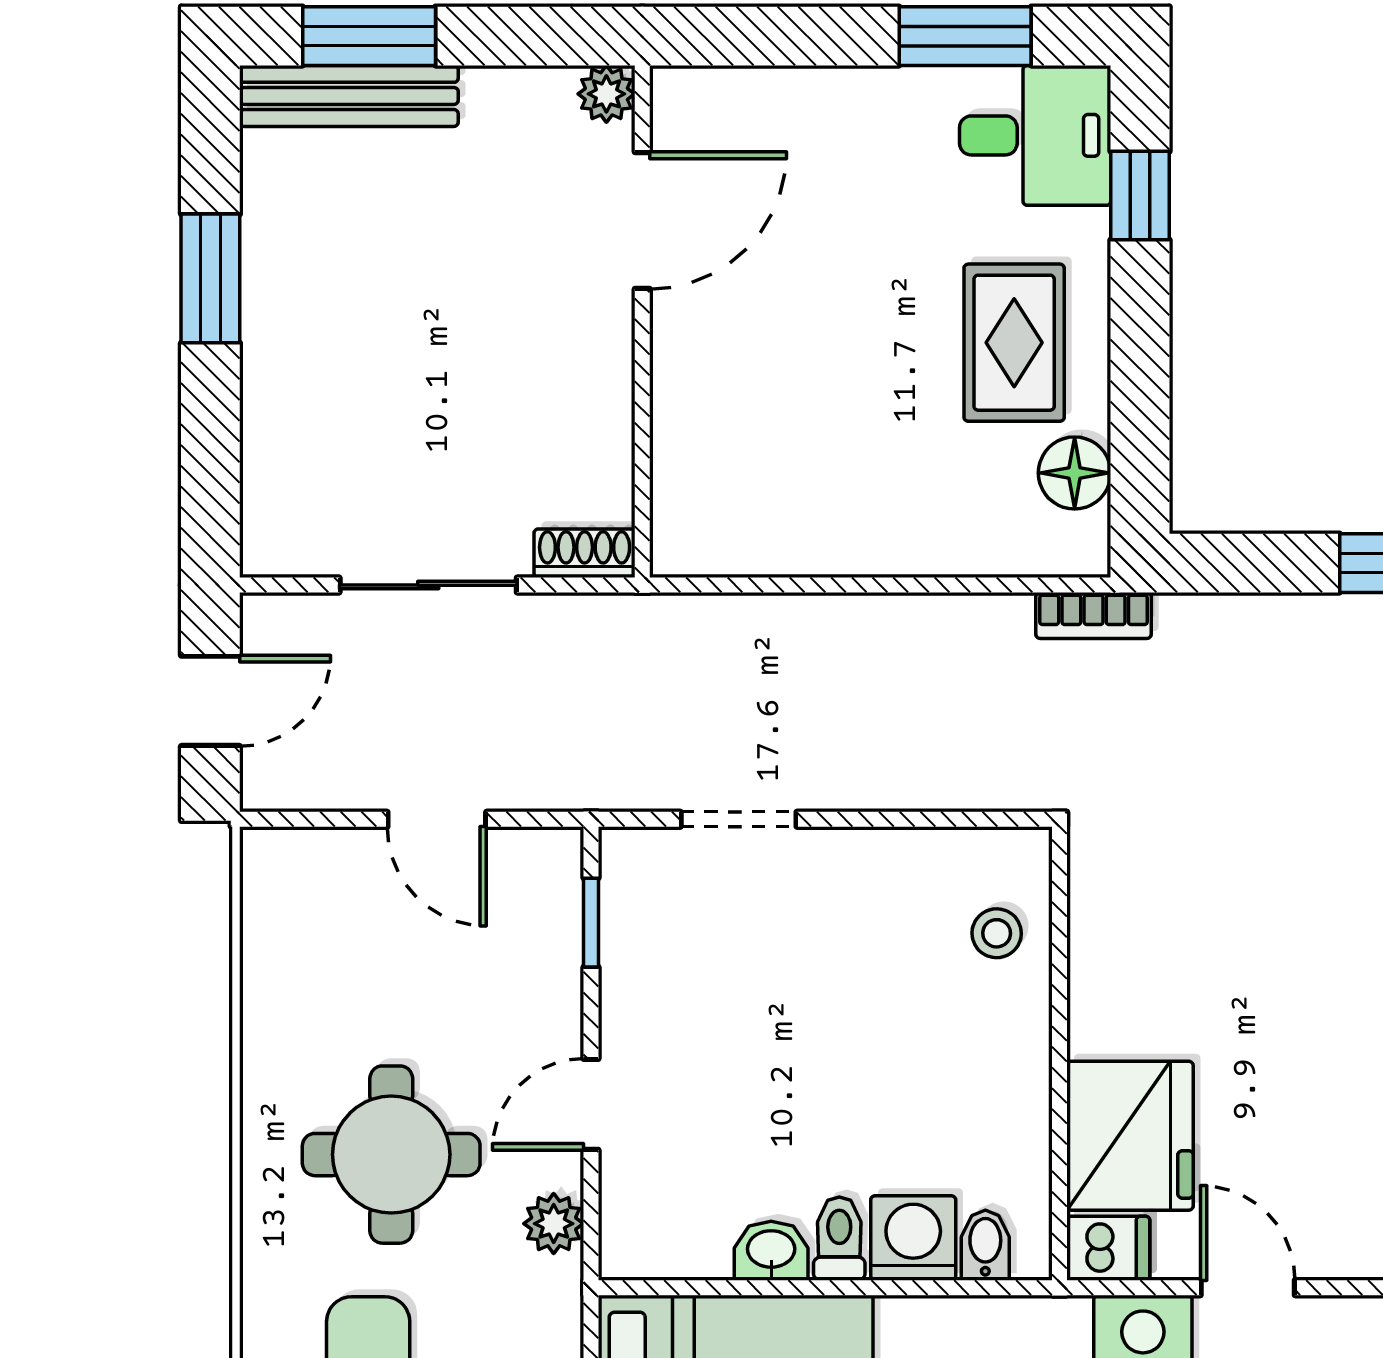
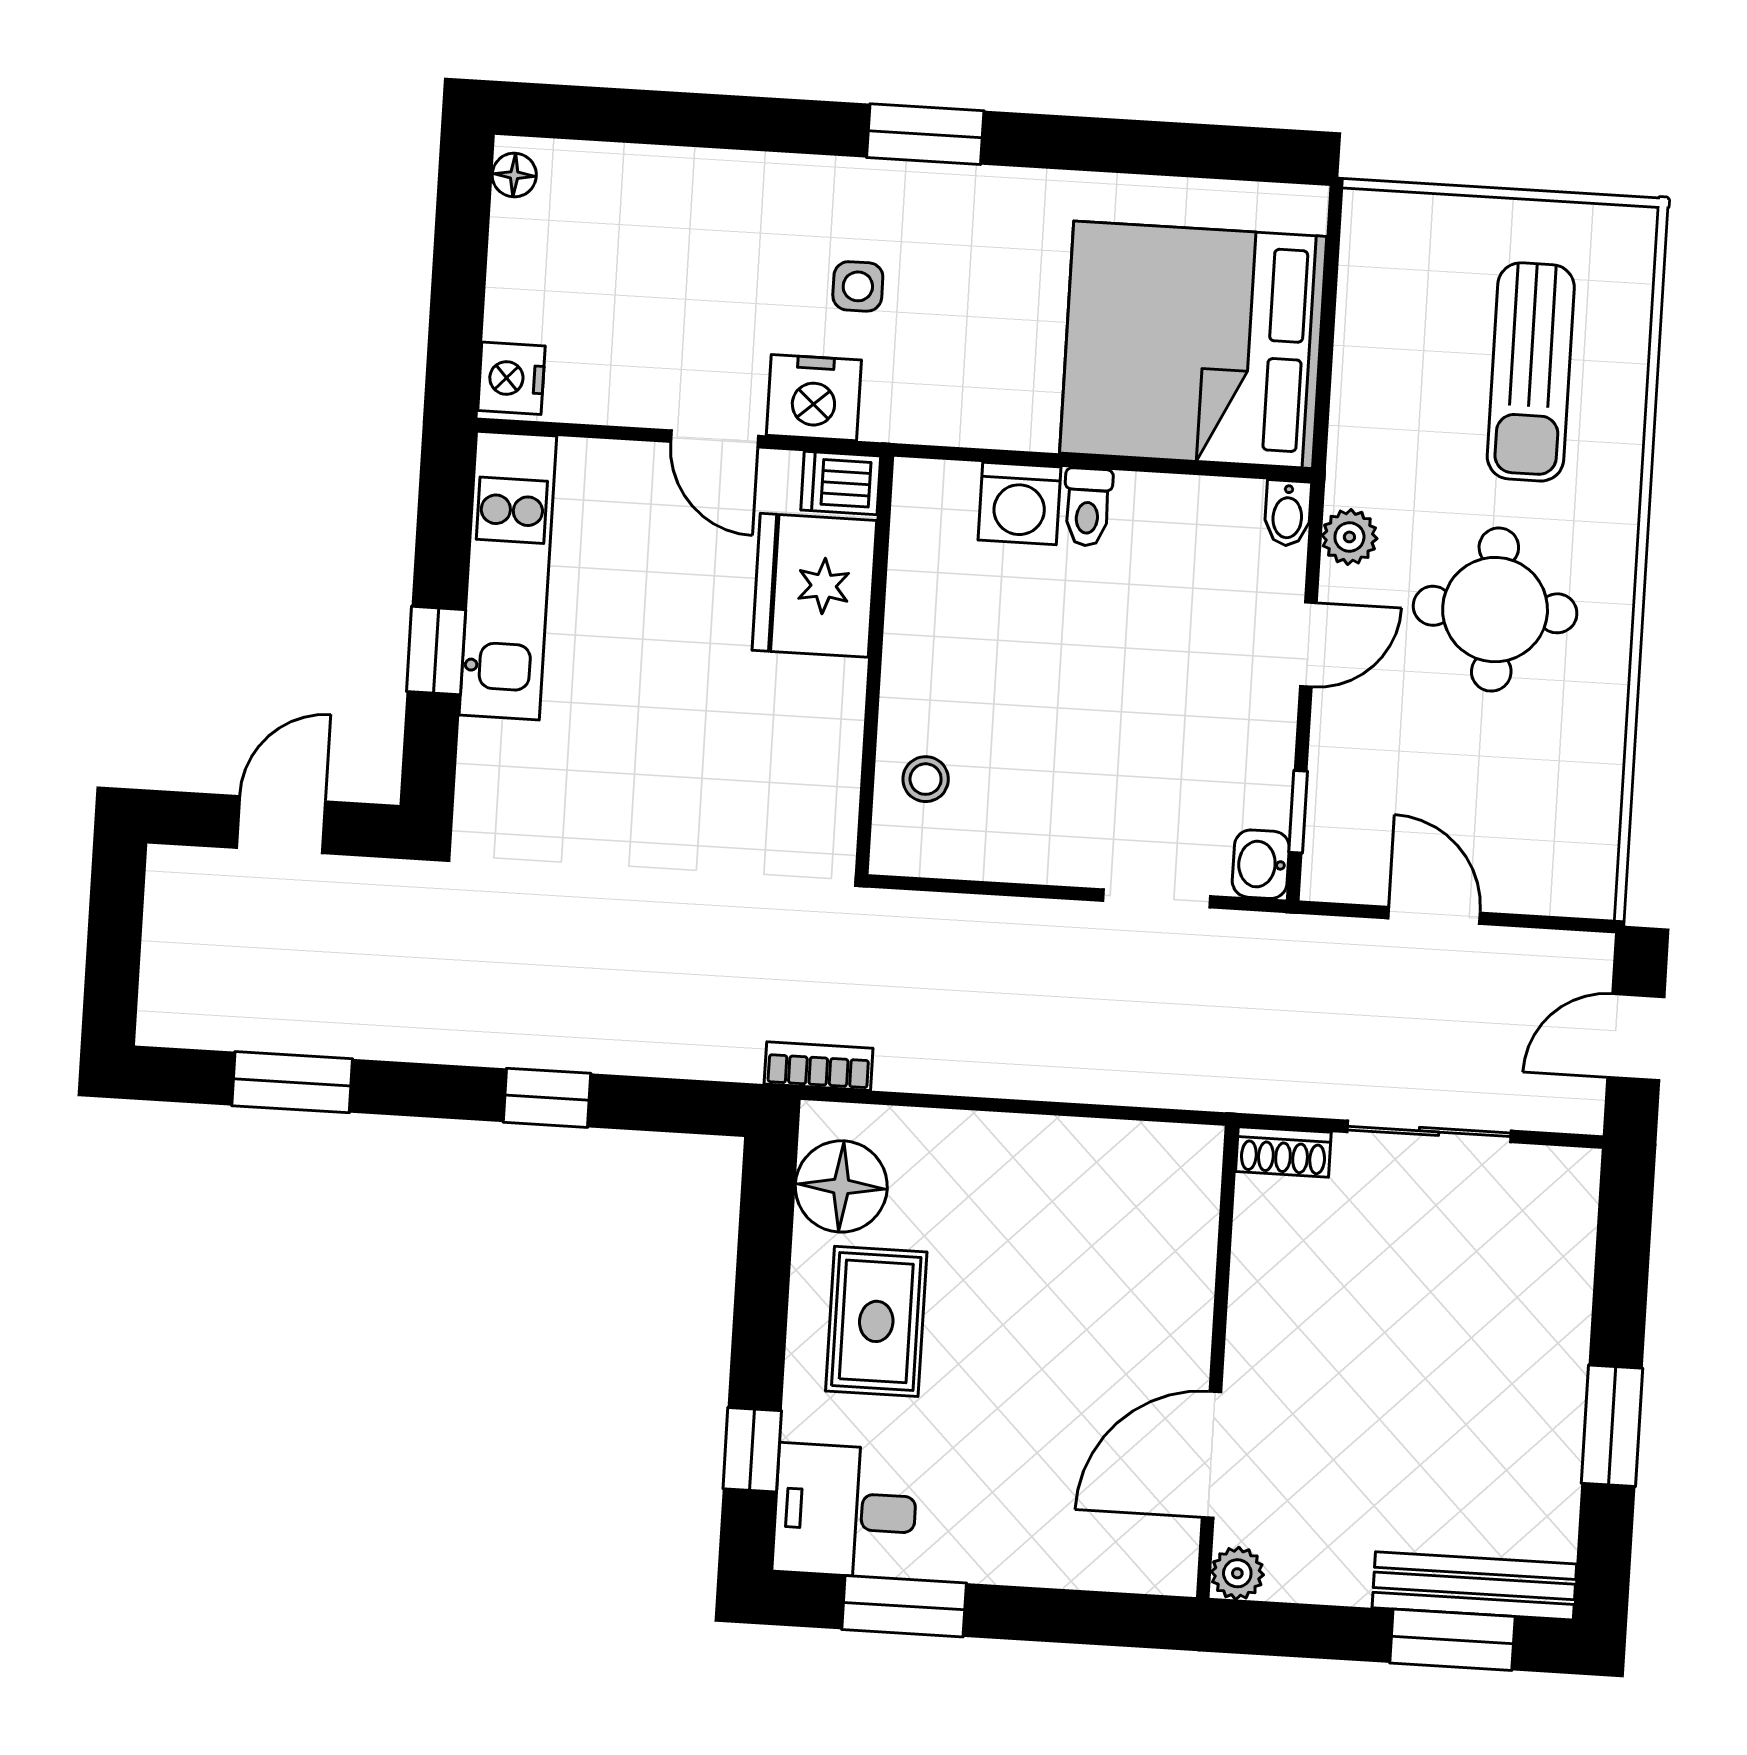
floor lamp: (1075, 473) -> (841, 1186), width x1.38, depth x1.38
bidet: (985, 1245) -> (1288, 513), moved
washbasin: (771, 1251) -> (1261, 864), moved, turned 90

